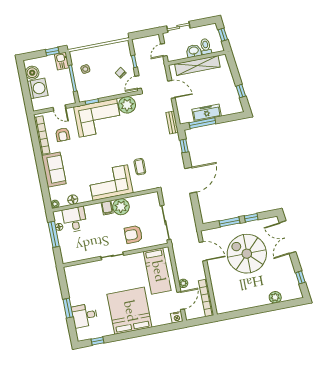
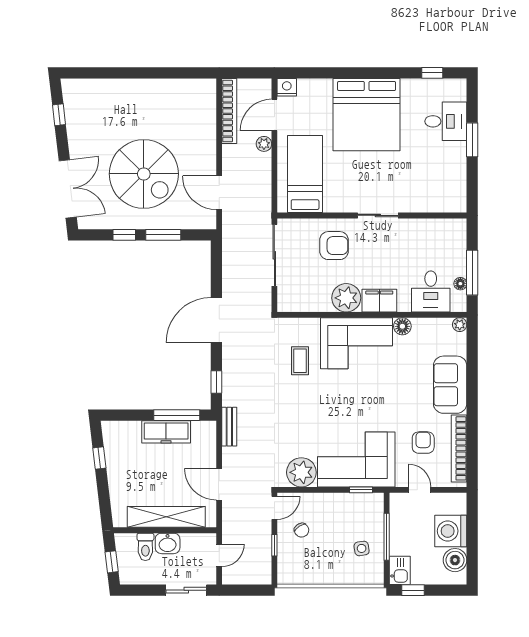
floor lamp: (73, 200) -> (402, 326), moved
filing cabinet: (107, 208) -> (379, 301), width x2.00
plant: (275, 297) -> (109, 89), removed

